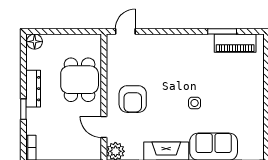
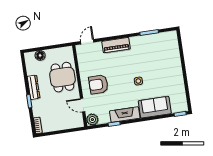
floor lamp: (35, 42) -> (40, 55), moved
piano: (235, 43) -> (116, 45), moved
armchair: (133, 99) -> (98, 84), turned 90

